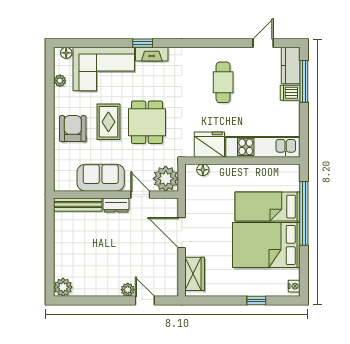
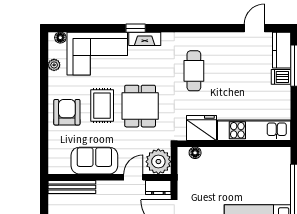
cafe table: (223, 82) -> (194, 71), moved
door: (140, 195) -> (133, 177), hinge flipped
dresser: (116, 205) -> (158, 188), moved
bed: (267, 207) -> (259, 189), removed

